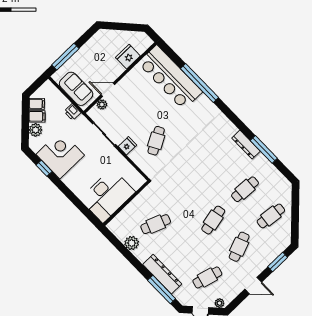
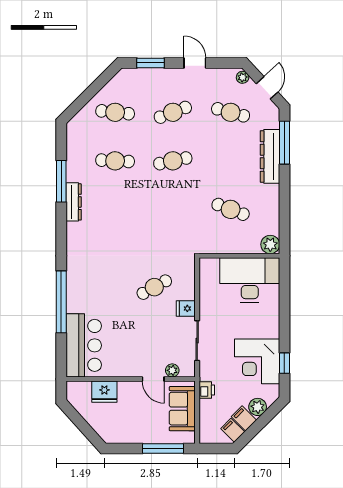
bar counter: (170, 77) -> (84, 345), width x0.73
plant: (132, 243) -> (270, 244), moved

